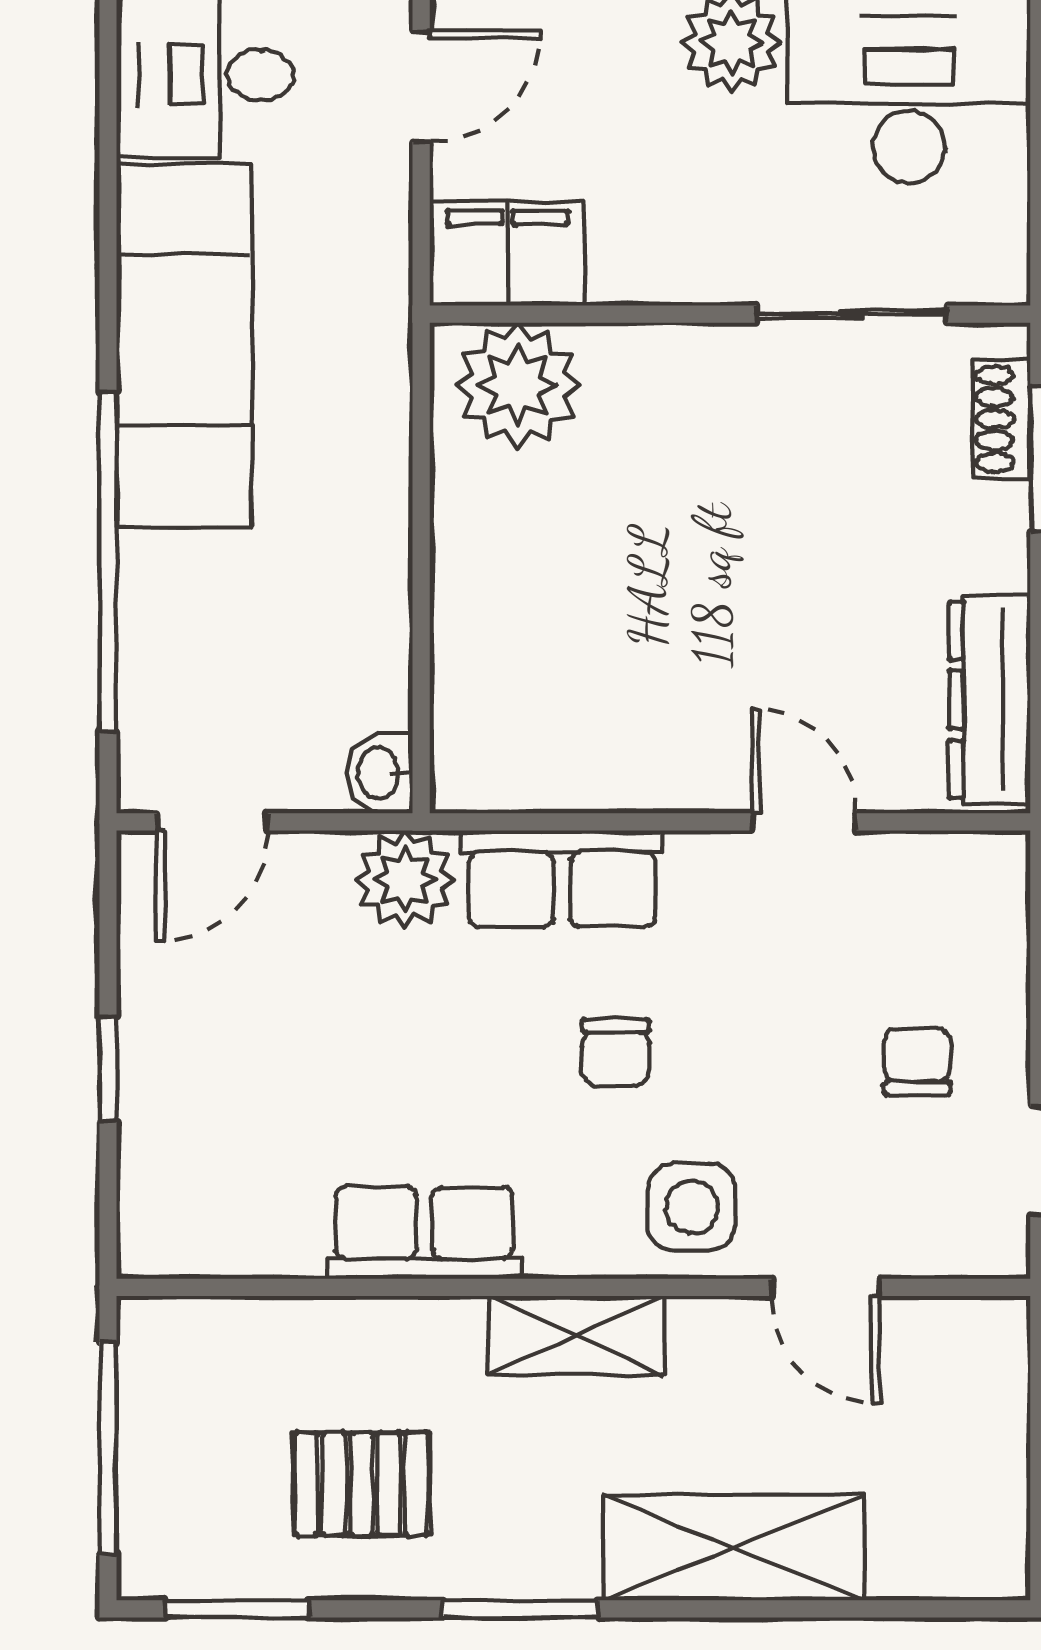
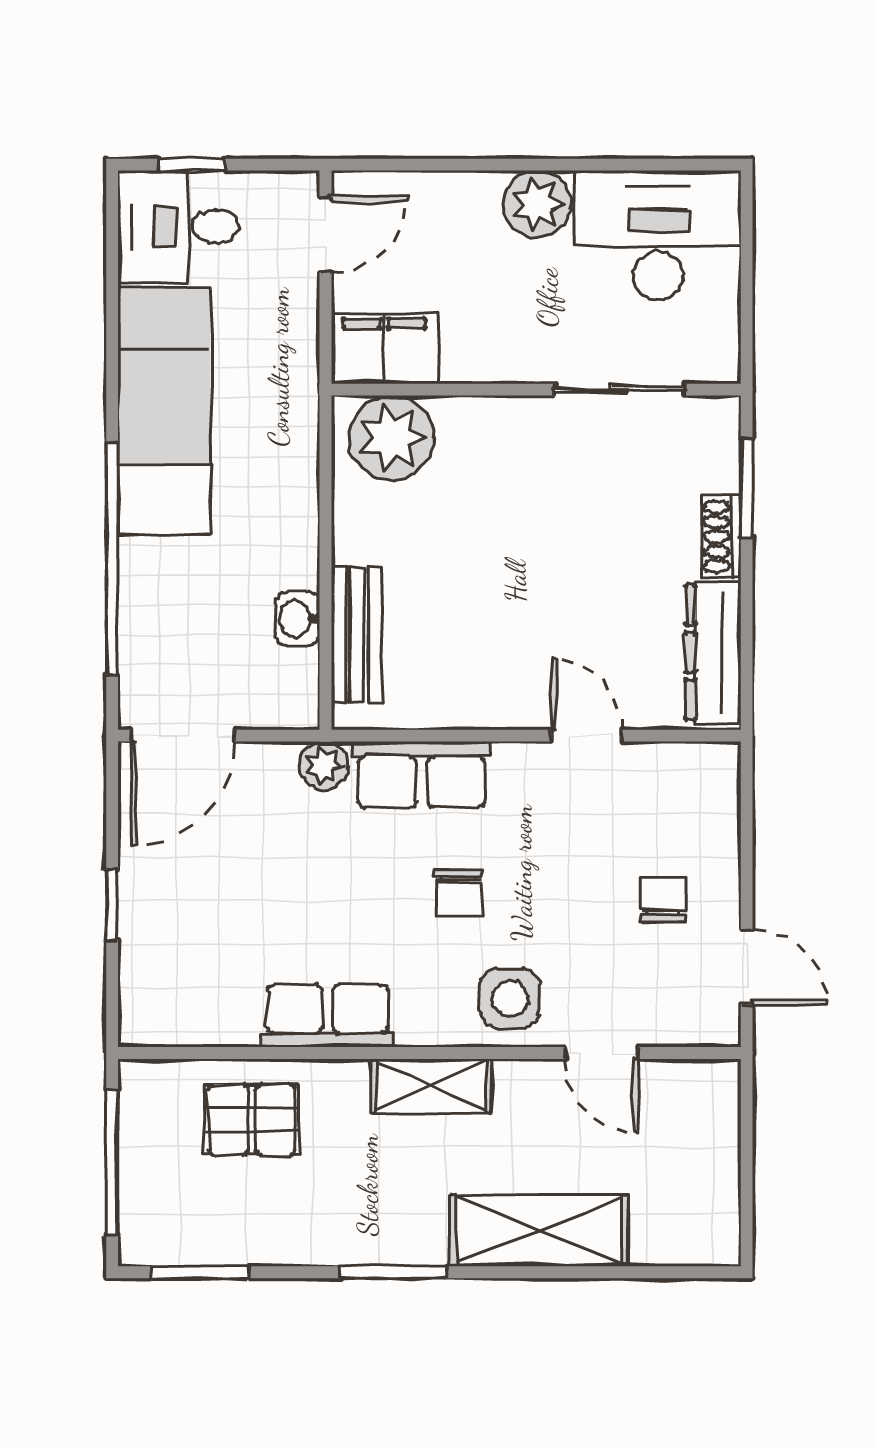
shoe rack: (1002, 419) -> (721, 537), moved
bench: (467, 674) -> (357, 635), added
washbasin: (380, 773) -> (298, 619), moved
door: (212, 822) -> (183, 736), width x1.38
plant: (405, 880) -> (324, 766), width x0.73, depth x0.73
pallet: (361, 1484) -> (252, 1120), moved

